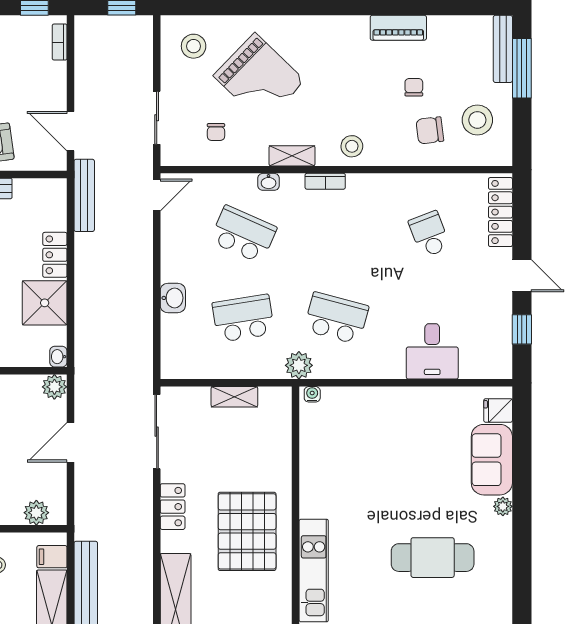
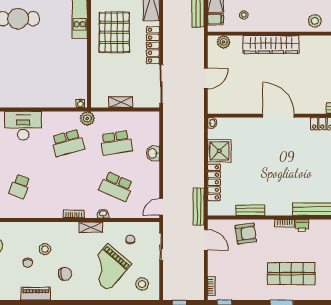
grand piano: (259, 78) -> (108, 267), turned -93
chair: (430, 130) -> (65, 274), moved
stool: (352, 146) -> (45, 249), moved
school desk: (429, 234) -> (20, 186), turned 42
locker: (55, 255) -> (214, 182), width x1.53
school desk: (336, 318) -> (68, 143), turned -30
desk: (432, 351) -> (23, 126), width x1.37
plant: (54, 387) -> (214, 107), removed
locker: (173, 507) -> (153, 45), width x1.53

